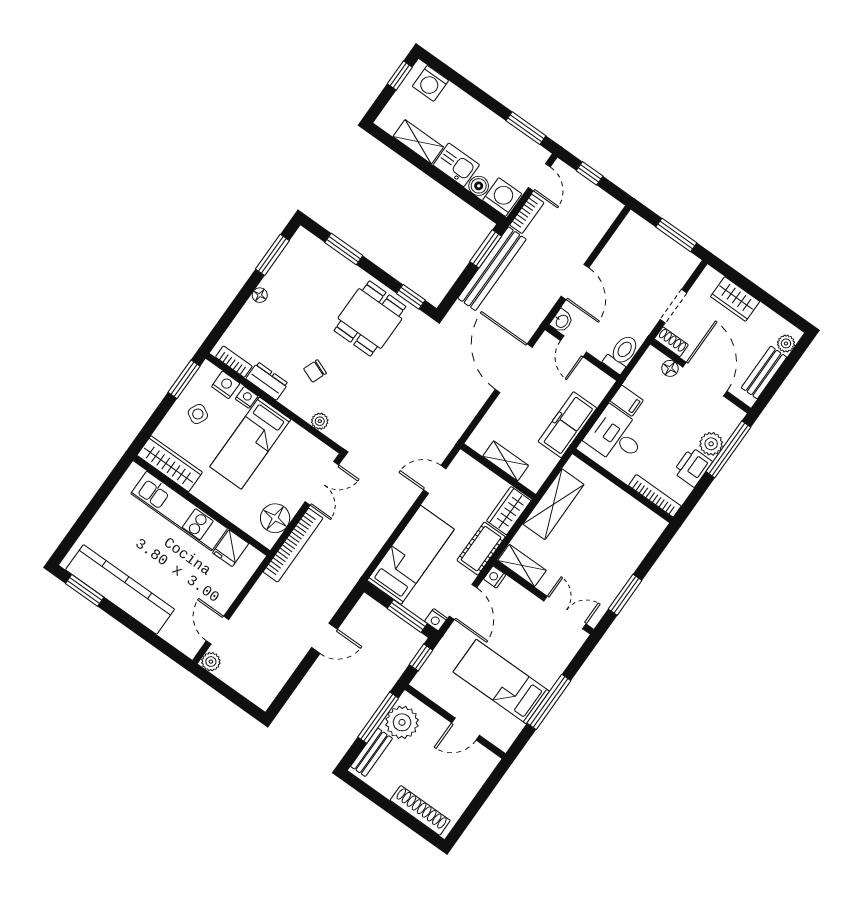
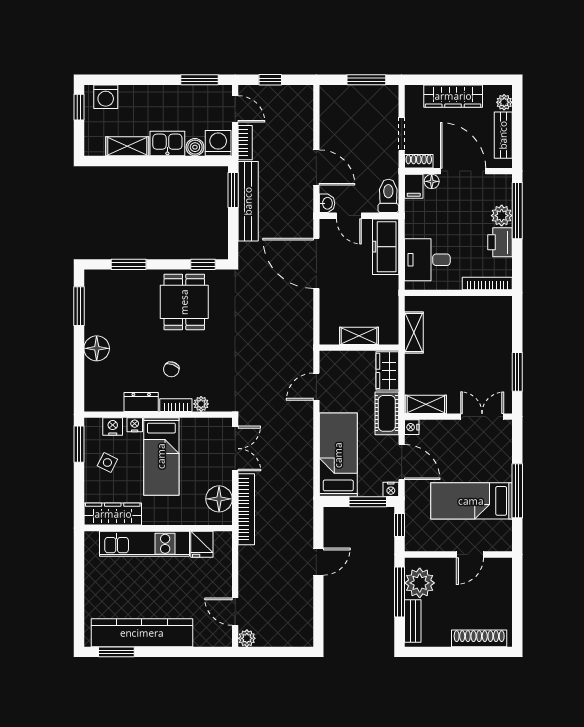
floor lamp: (260, 295) -> (97, 348), width x1.89, depth x1.89
wardrobe: (735, 299) -> (453, 96), width x1.50
bookcase: (234, 362) -> (176, 405), moved
filing cabinet: (627, 401) -> (414, 186), moved, turned 90
freezer: (567, 425) -> (386, 247), moved
shelving: (553, 504) -> (414, 332), width x0.67, depth x0.75

